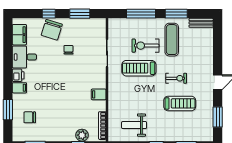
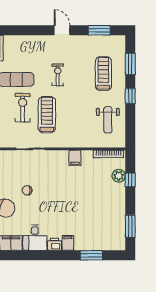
exercise bike: (145, 46) -> (23, 108), turned 180
treadmill: (139, 68) -> (47, 115), turned 180
treadmill: (180, 103) -> (103, 74), moved
chair: (30, 117) -> (100, 232), removed

